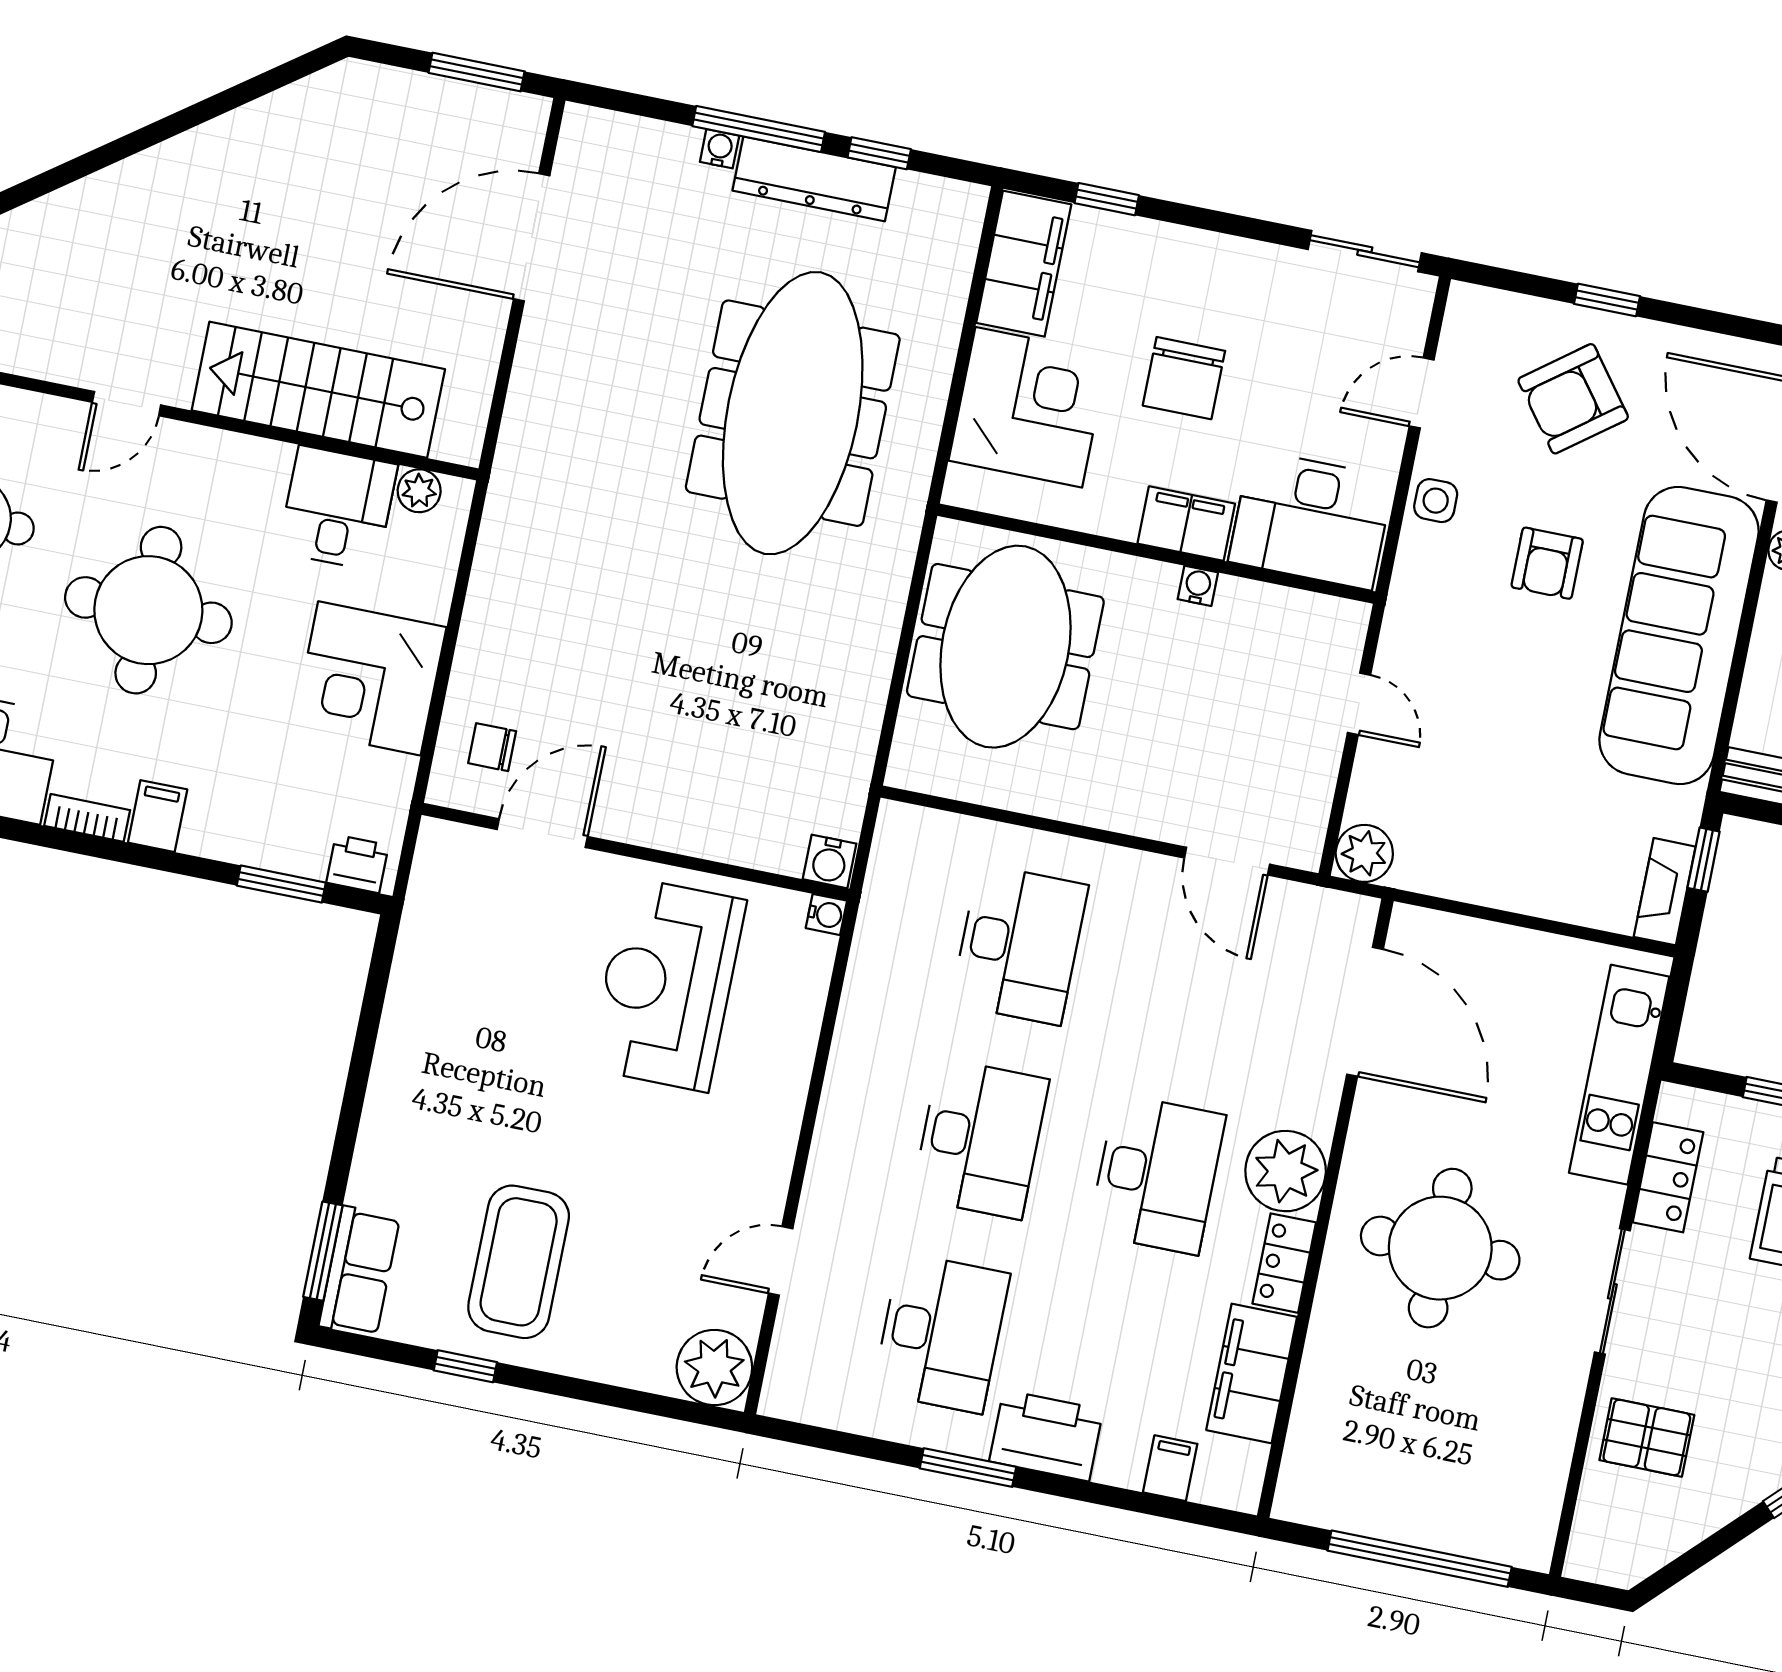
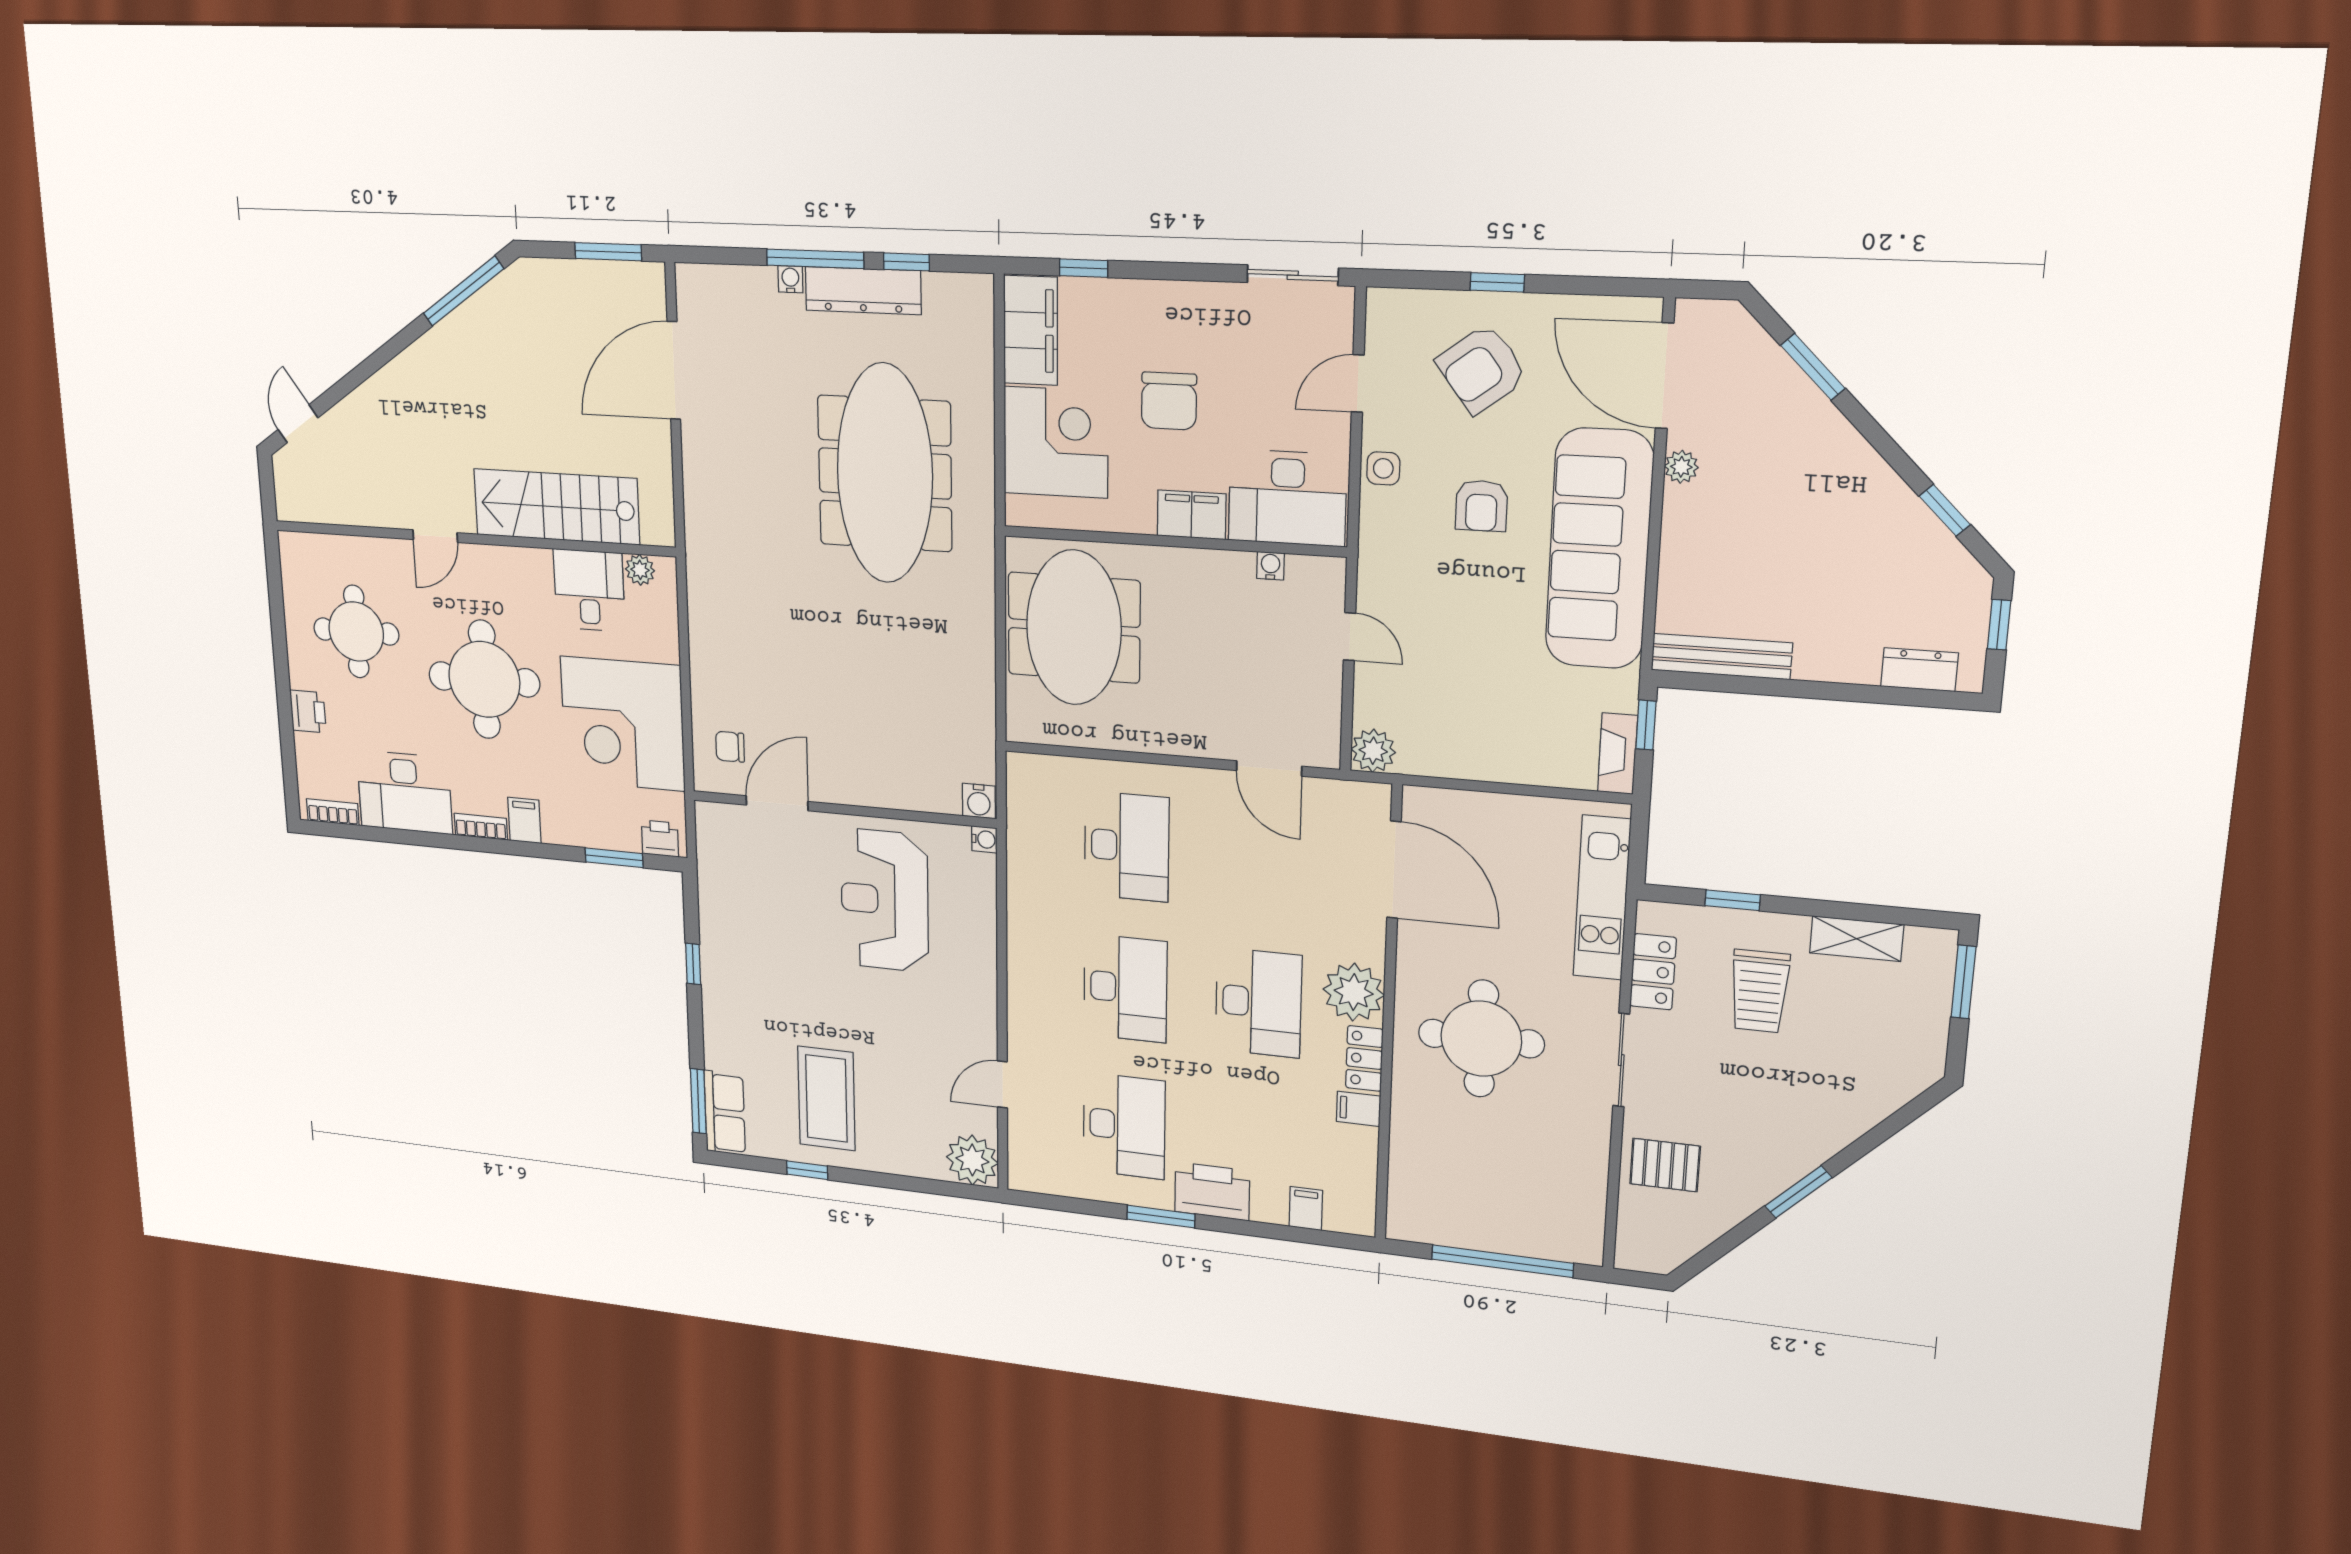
window: (256, 87) -> (463, 291), added
water cooler: (1198, 586) -> (1270, 566), moved
corner desk: (369, 678) -> (623, 724), width x1.36, depth x1.36
window: (364, 1048) -> (693, 964), added
filing cabinet: (1252, 1373) -> (1359, 1109), width x0.33, depth x0.86

